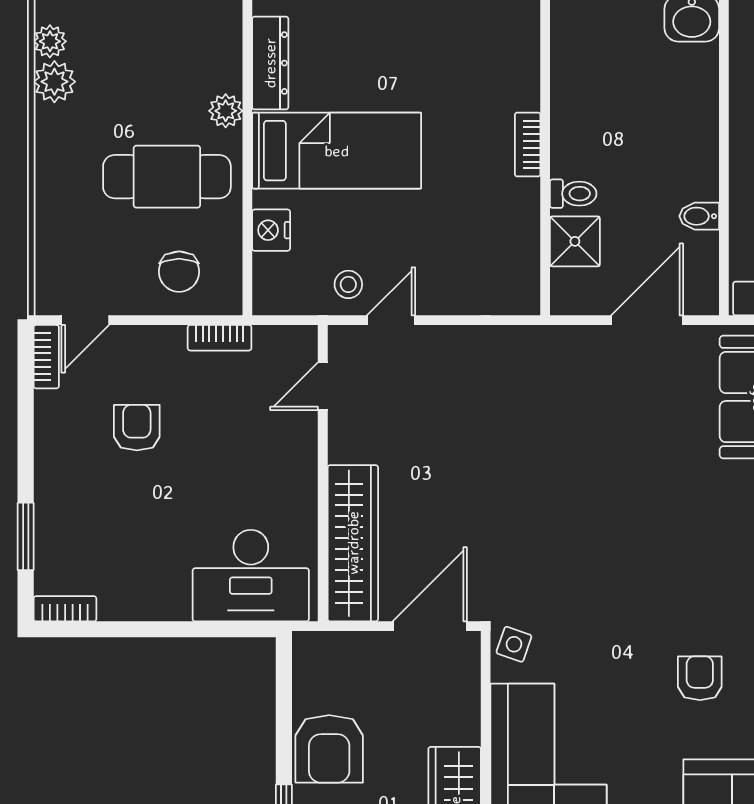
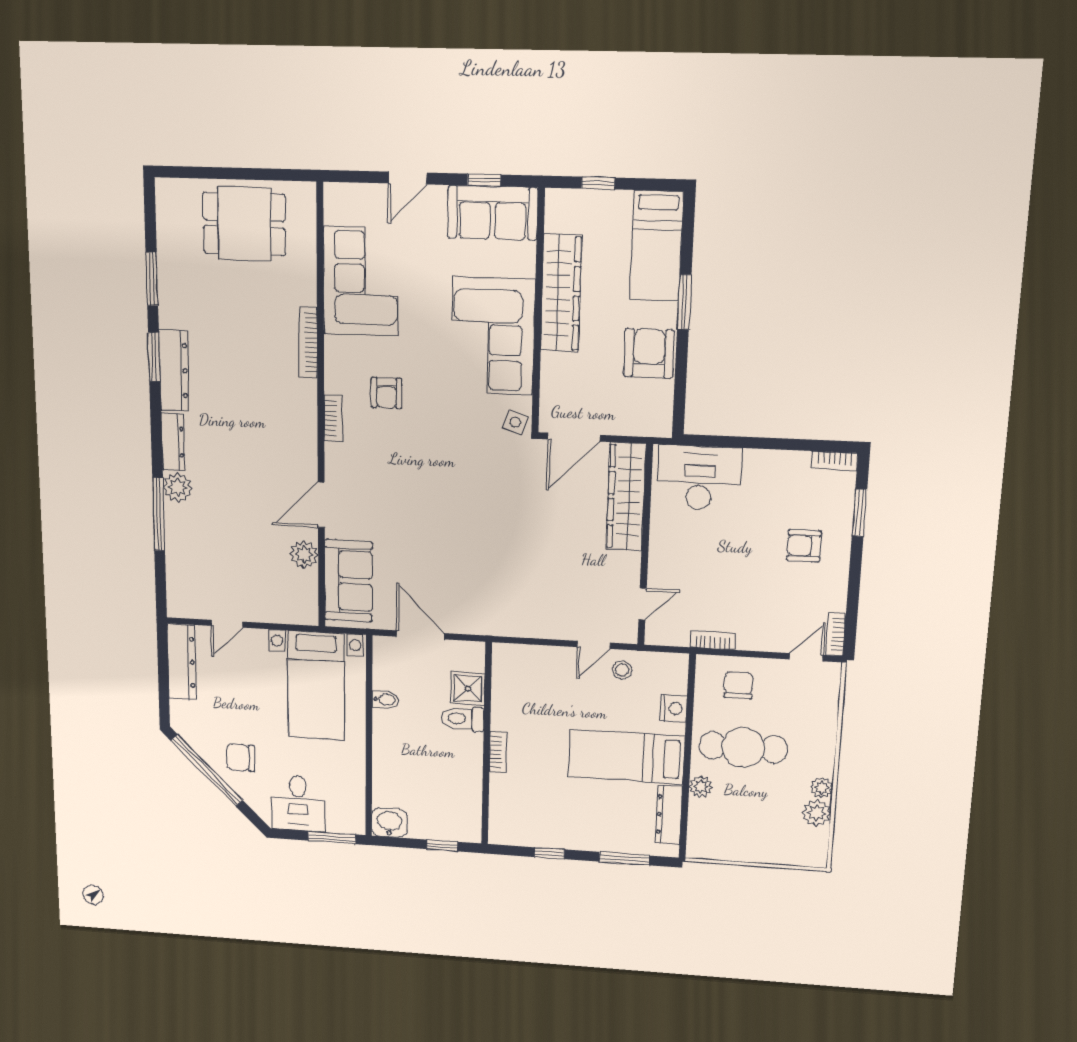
plant: (50, 41) -> (822, 788), moved
toilet: (573, 194) -> (463, 719), width x1.37, depth x1.39
door: (647, 320) -> (420, 635), swing flipped
armchair: (137, 428) -> (804, 546), moved, turned 90

